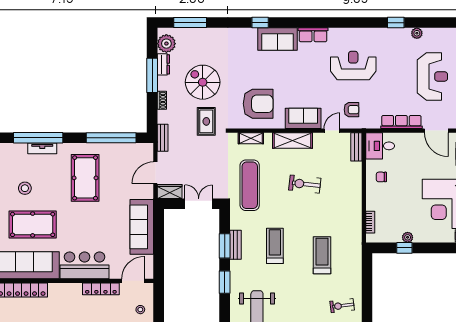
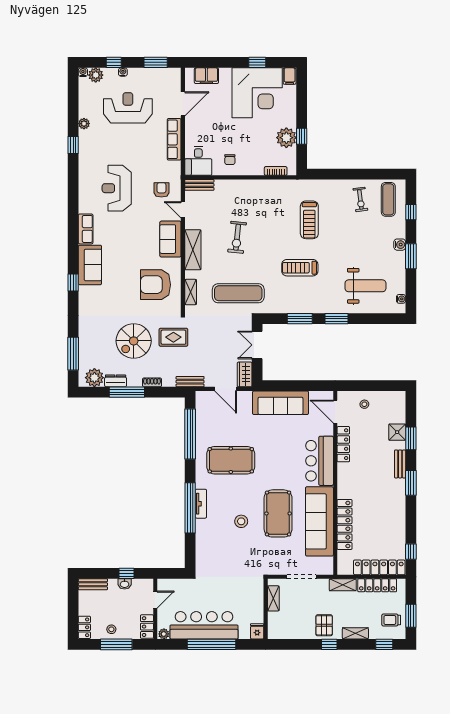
armchair: (258, 104) -> (156, 285), turned -90
plant: (408, 237) -> (286, 138), width x1.87, depth x1.87
bench: (235, 245) -> (299, 308), removed
treadmill: (322, 255) -> (309, 220), turned -90

